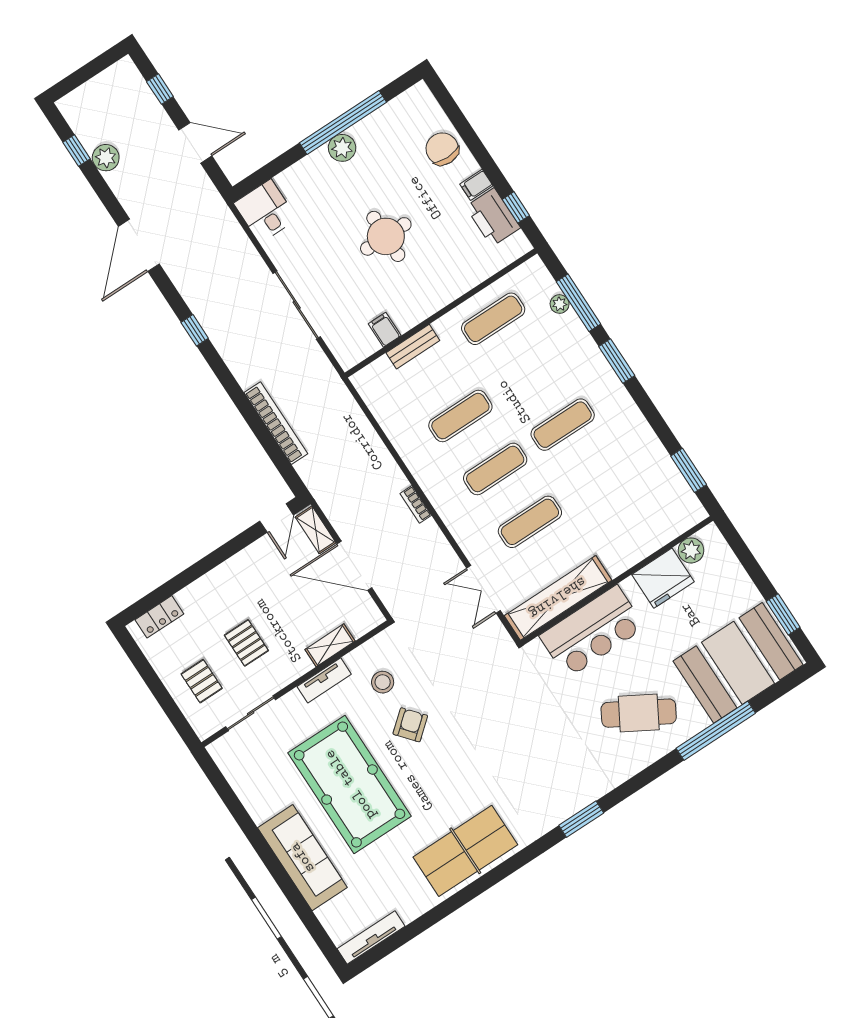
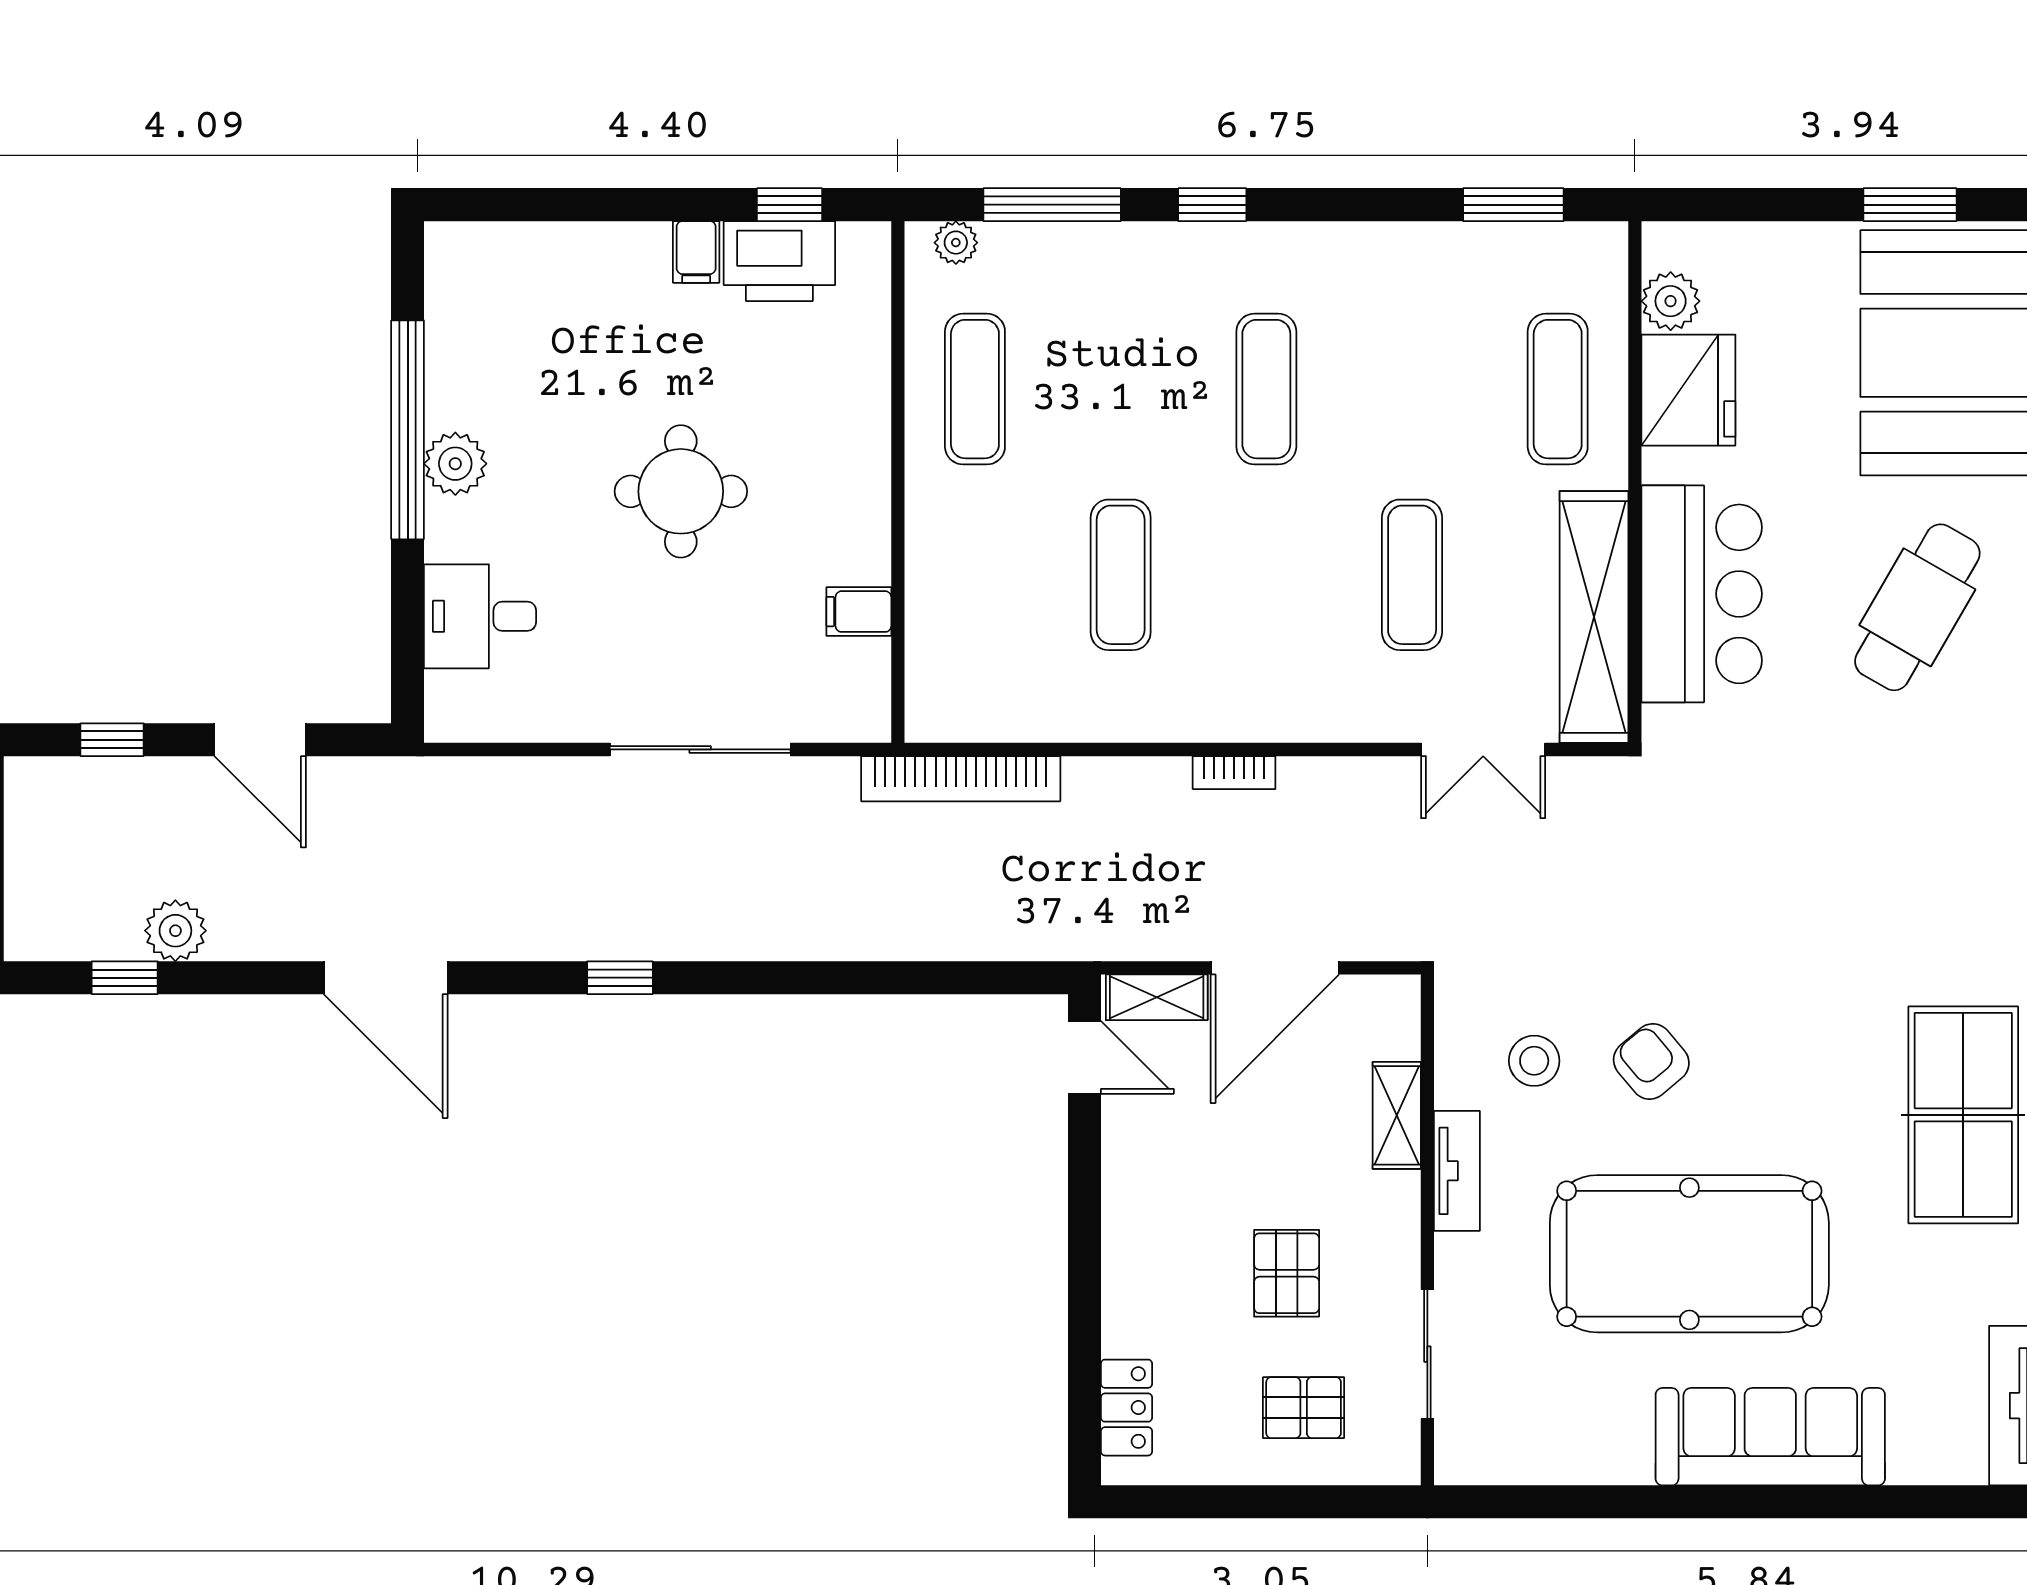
door: (195, 143) -> (260, 740), swing flipped
chair: (442, 149) -> (584, 272), removed
desk: (265, 211) -> (480, 616), moved
plant: (560, 304) -> (956, 243), moved
bench: (413, 347) -> (927, 579), removed
window: (617, 361) -> (1212, 205), width x0.67
bookcase: (276, 423) -> (961, 779), moved, turned 180
exercise mat: (495, 469) -> (1558, 389), moved
pallet: (246, 643) -> (1287, 1273), turned 90

